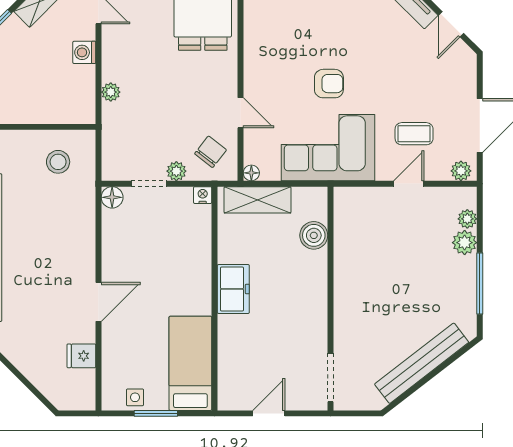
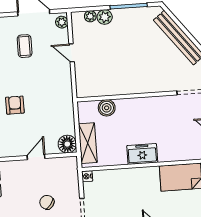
coffee table: (414, 134) -> (25, 46), moved
corner sofa: (328, 148) -> (53, 103), removed
chair: (211, 152) -> (47, 202), moved
plant: (176, 171) -> (74, 193), removed
floor lamp: (251, 173) -> (67, 144), width x1.89, depth x1.89

